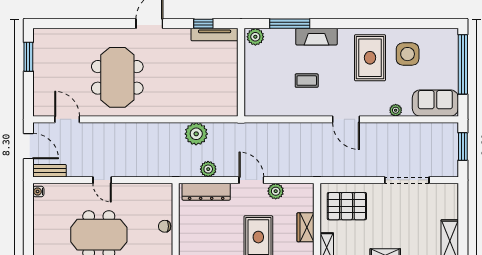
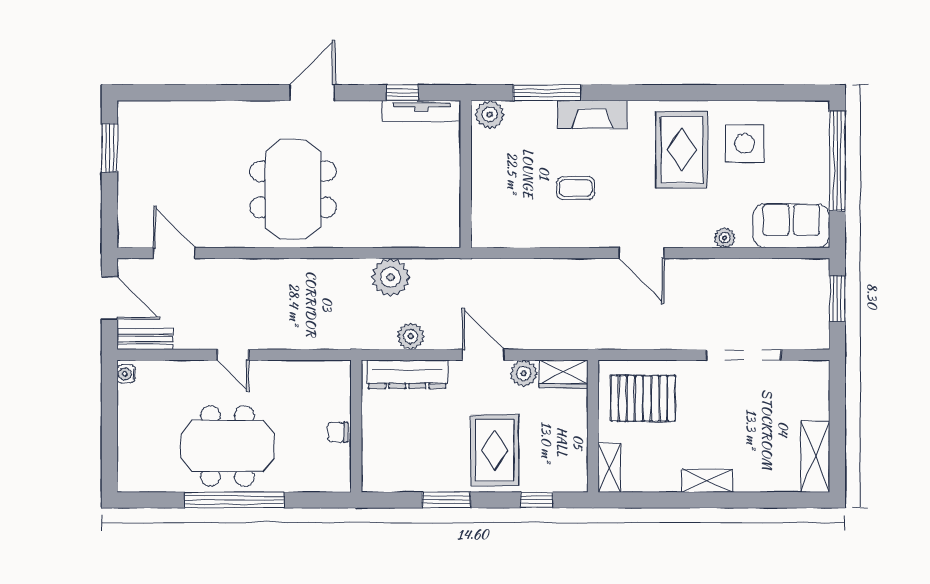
meeting table: (117, 77) -> (293, 189), moved
wardrobe: (306, 227) -> (563, 374), moved, turned -90

